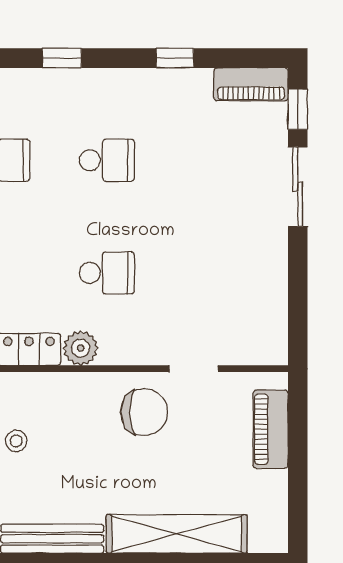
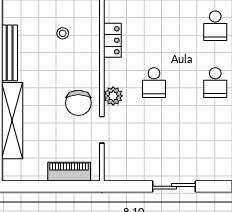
sliding door: (298, 187) -> (174, 186), moved
plant: (81, 348) -> (113, 96), moved

